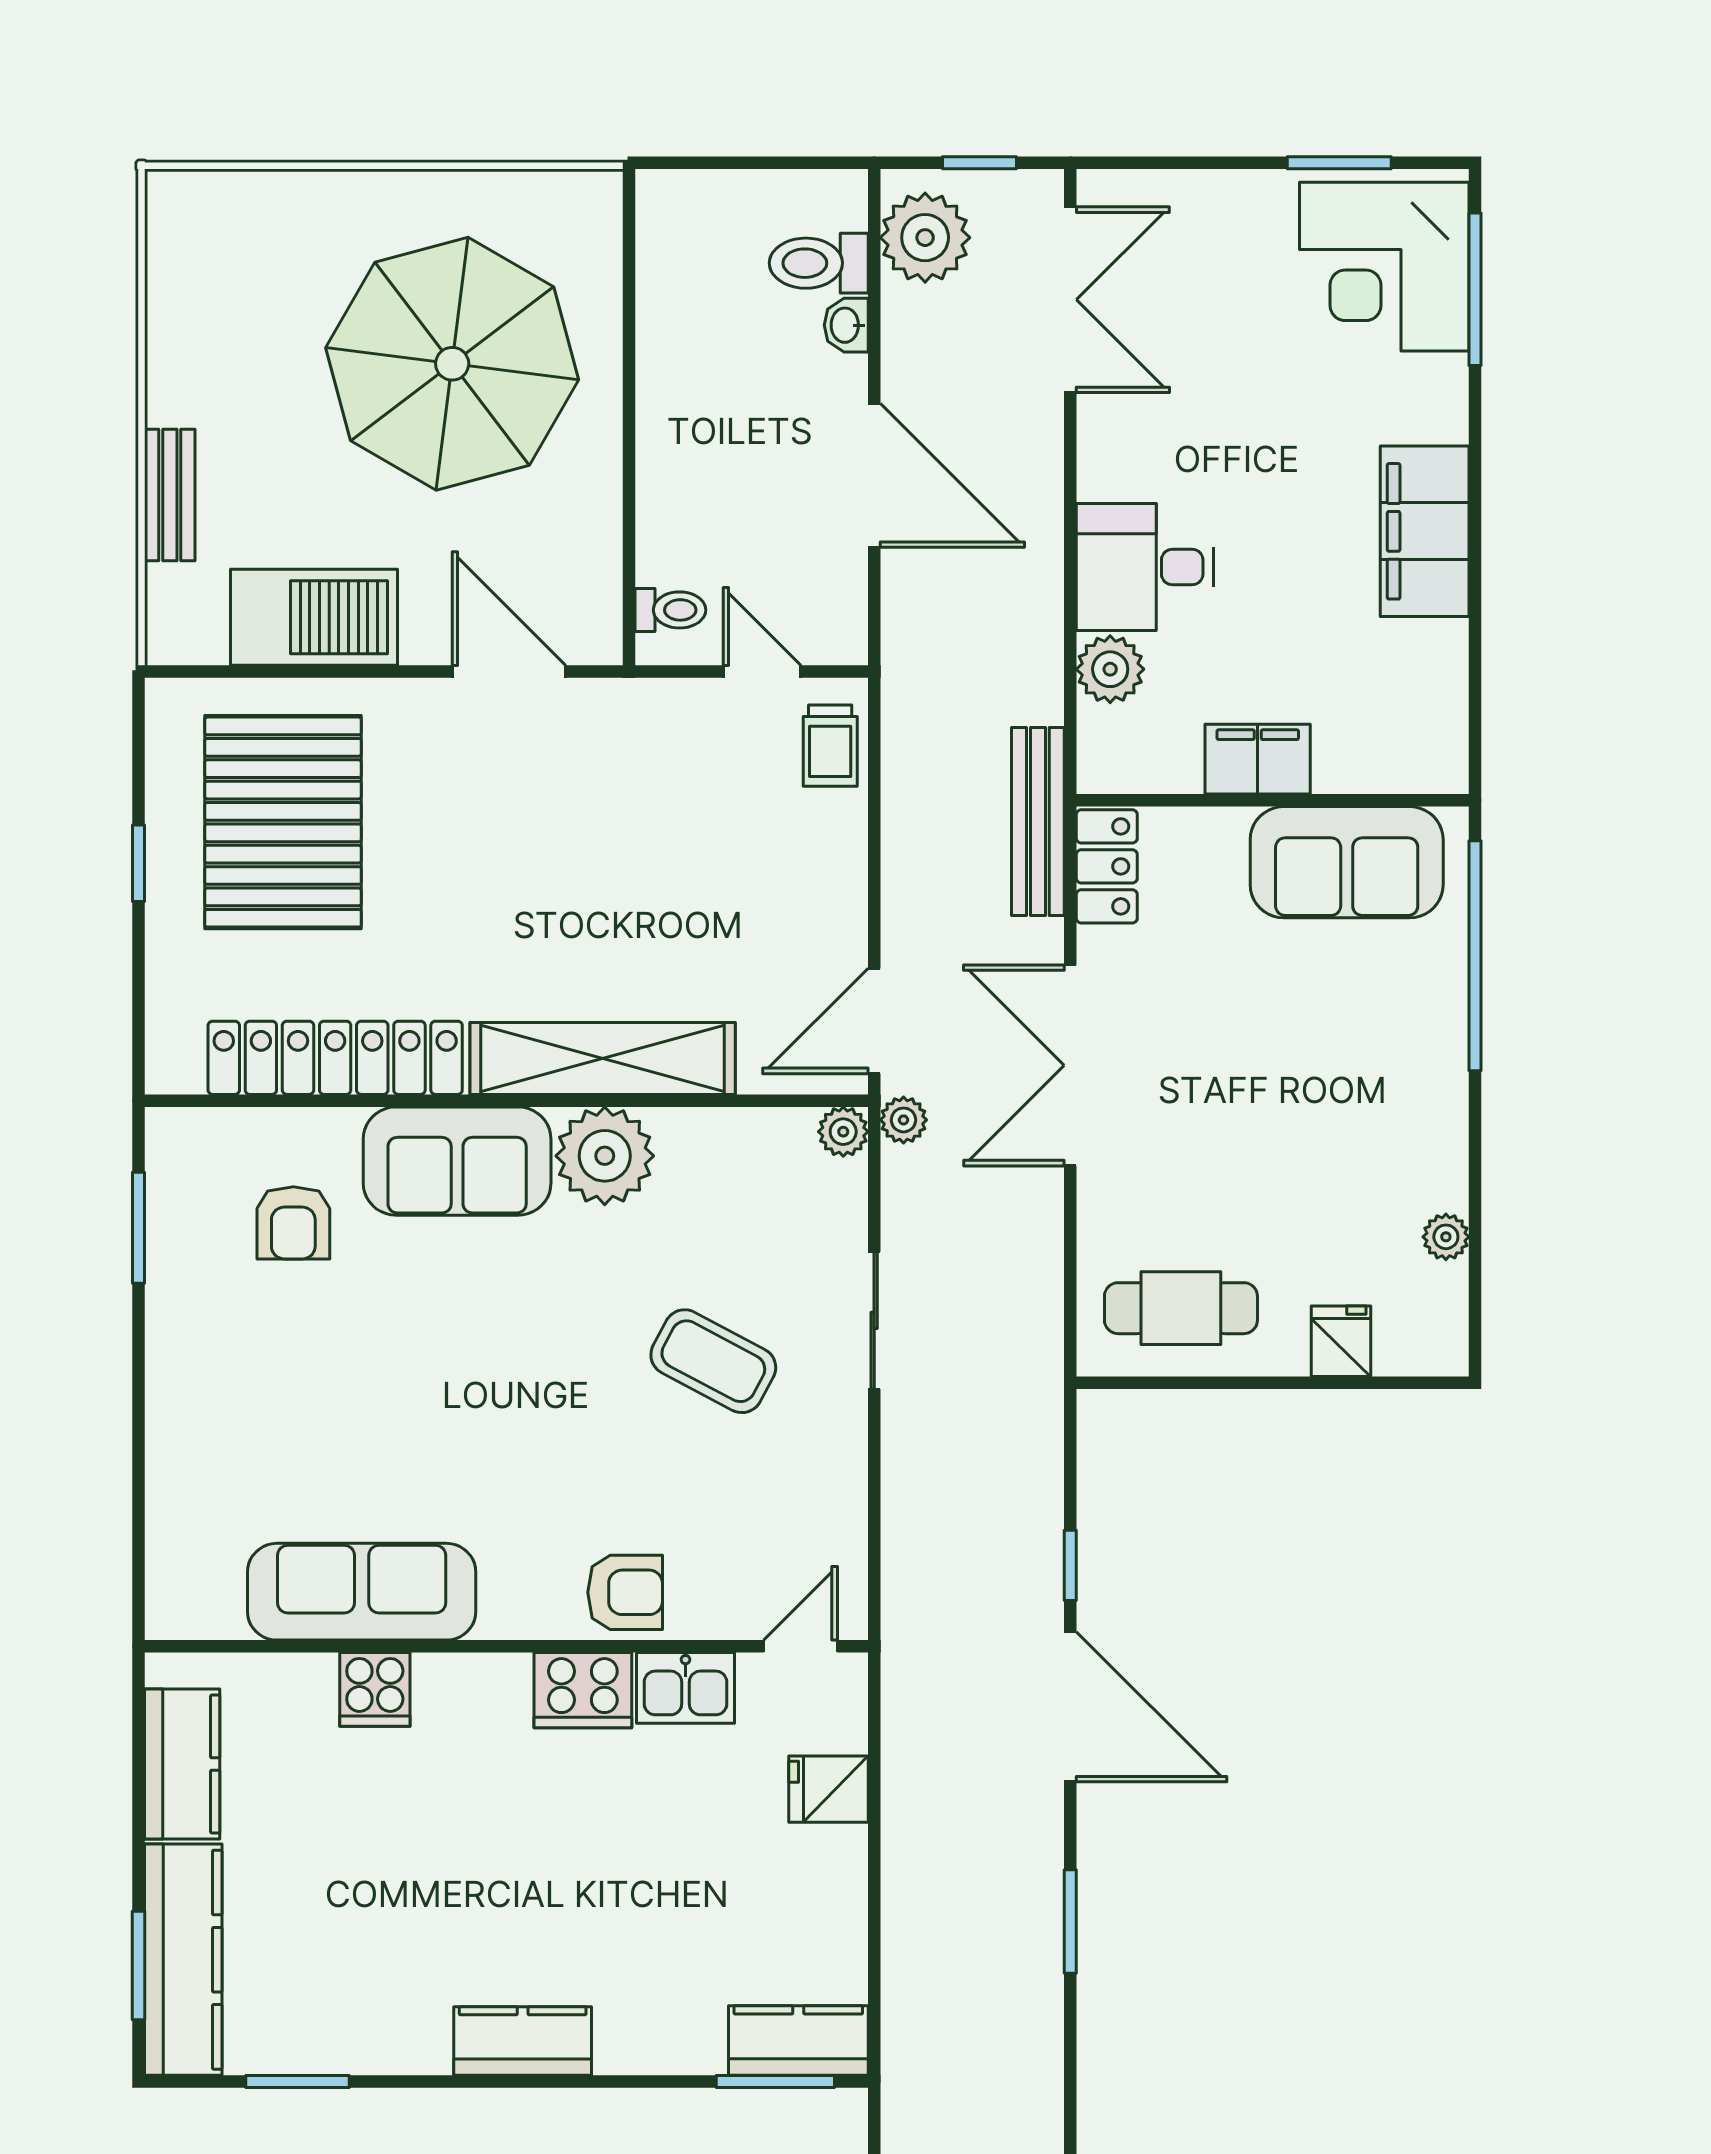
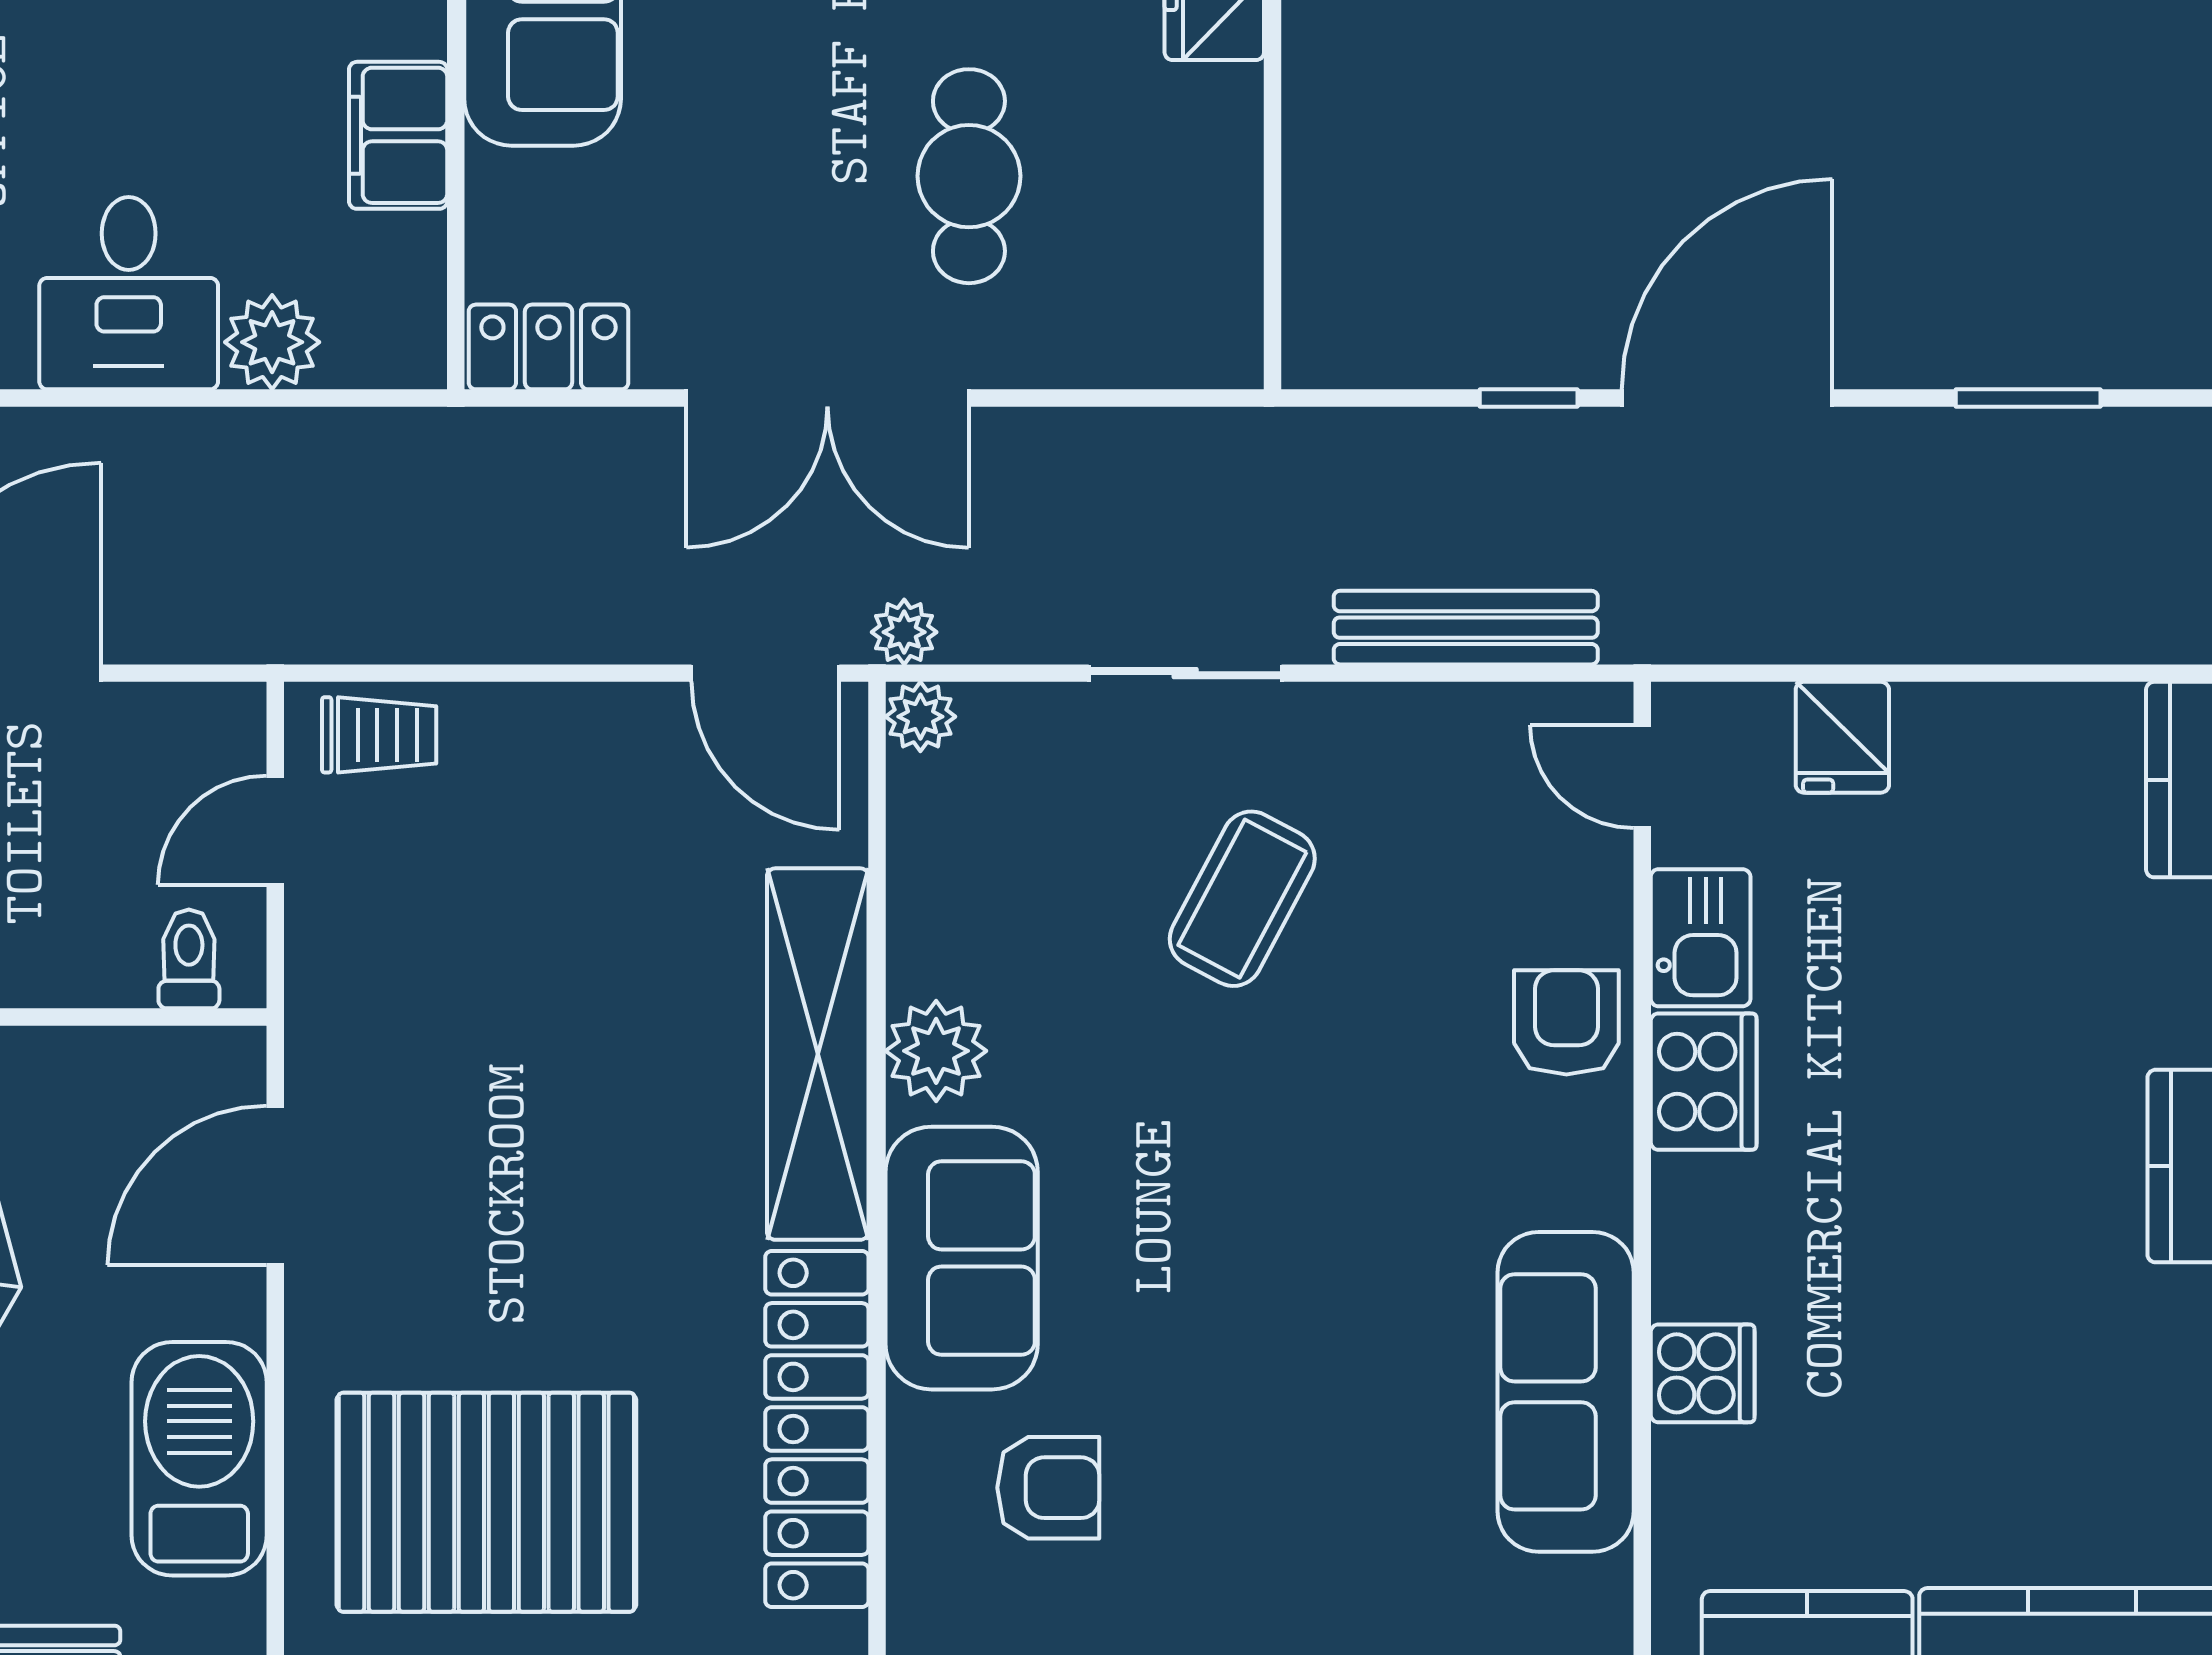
bench: (1038, 821) -> (1466, 628), moved
plant: (605, 1156) -> (936, 1051), width x0.73, depth x0.73
cafe table: (1181, 1308) -> (969, 176), moved

